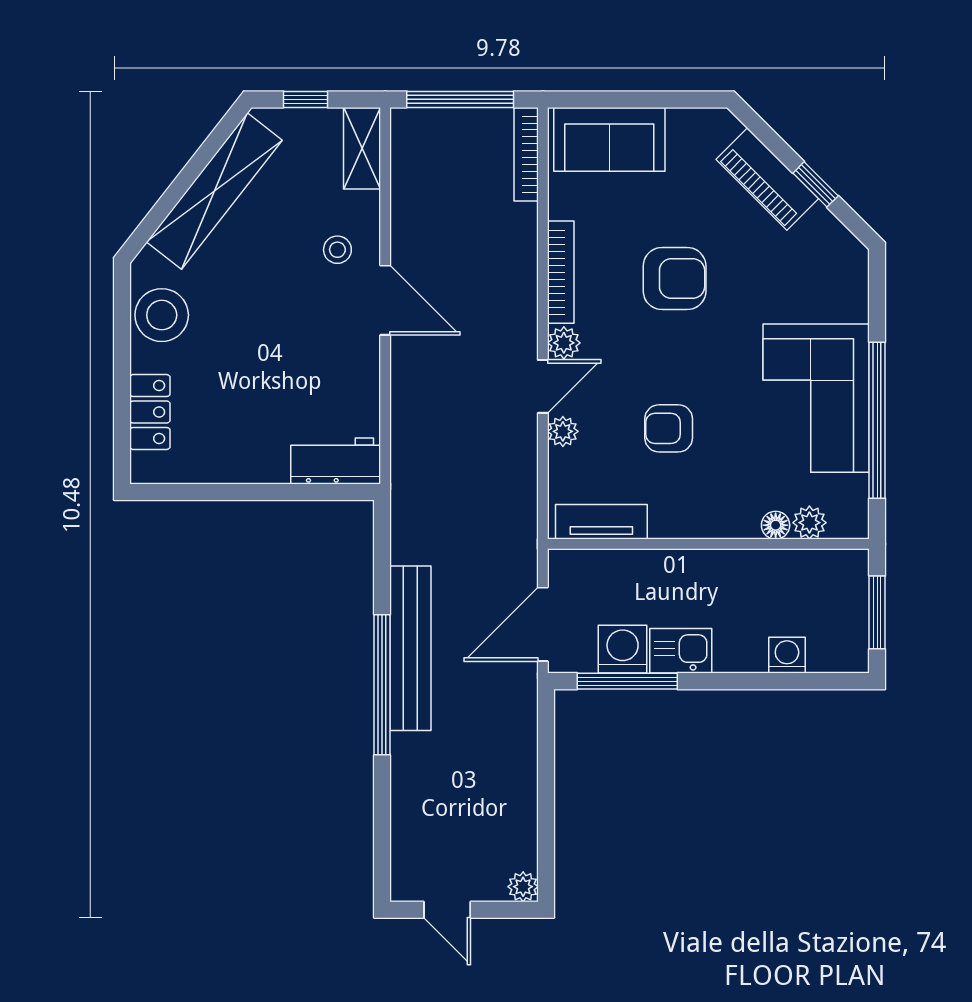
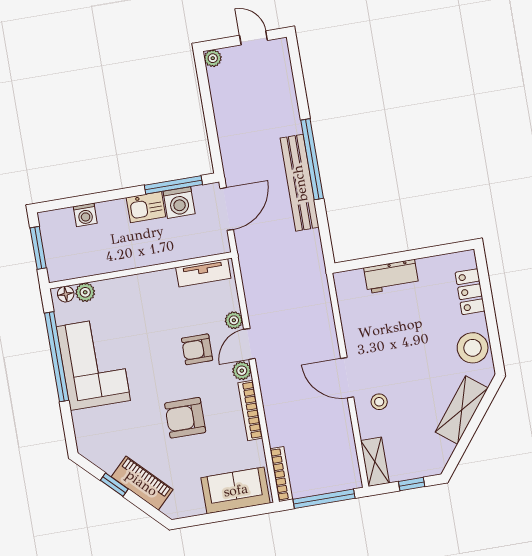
shelving: (214, 191) -> (462, 410), width x0.68
armchair: (669, 428) -> (197, 349), moved, turned 180
workbench: (336, 461) -> (391, 276), moved
floor lamp: (776, 525) -> (66, 294), moved

